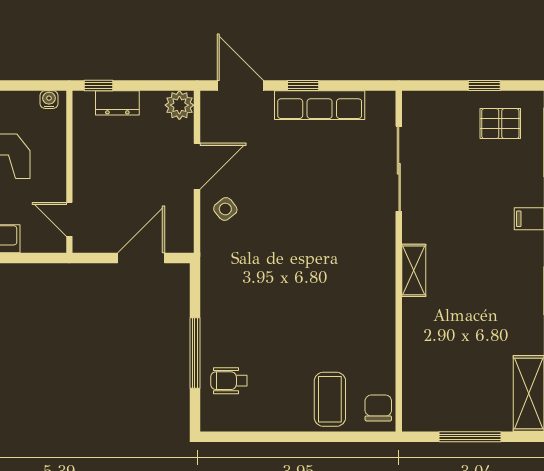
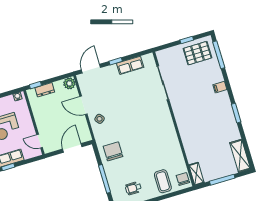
door: (240, 85) -> (91, 69), hinge flipped
row of seats: (320, 105) -> (130, 65), width x0.68
pallet: (500, 124) -> (197, 53), width x1.50, depth x1.42
door: (197, 166) -> (83, 105), swing flipped
shelving: (414, 270) -> (196, 174), moved
chair: (234, 295) -> (113, 151), added
wheelchair: (229, 381) -> (133, 188), moved

